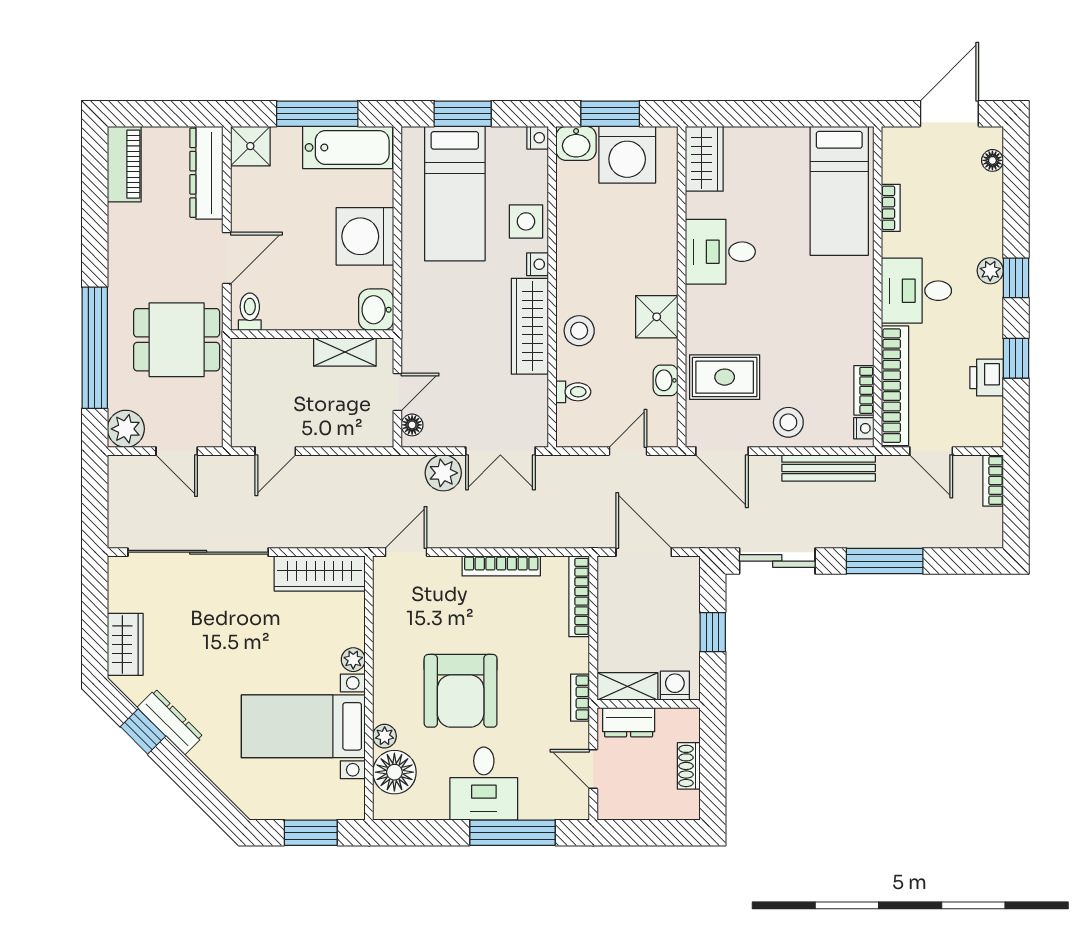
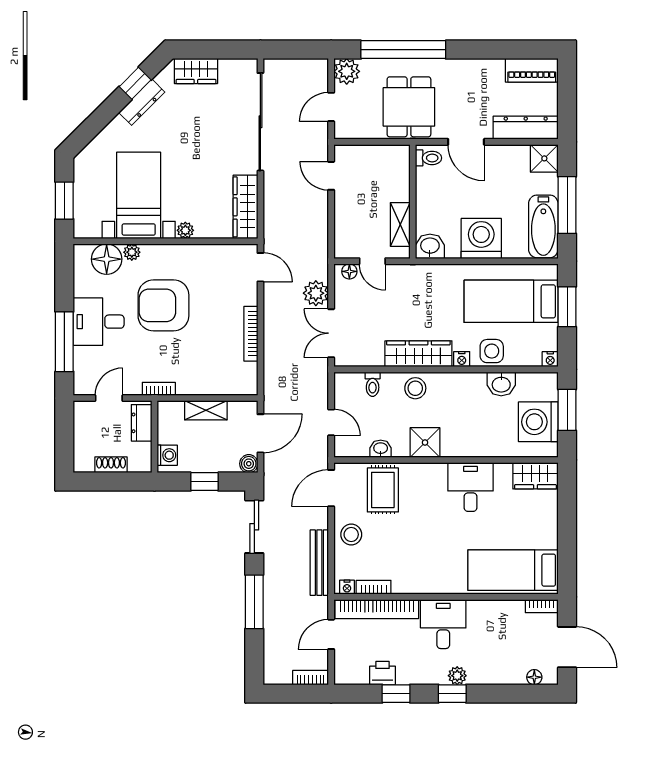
washbasin: (576, 143) -> (501, 384), moved, turned -90
bookcase: (891, 208) -> (542, 606), moved
boiler: (687, 569) -> (249, 464), added
bookcase: (579, 596) -> (230, 388), removed
shelving: (627, 686) -> (206, 410), moved, turned 90

